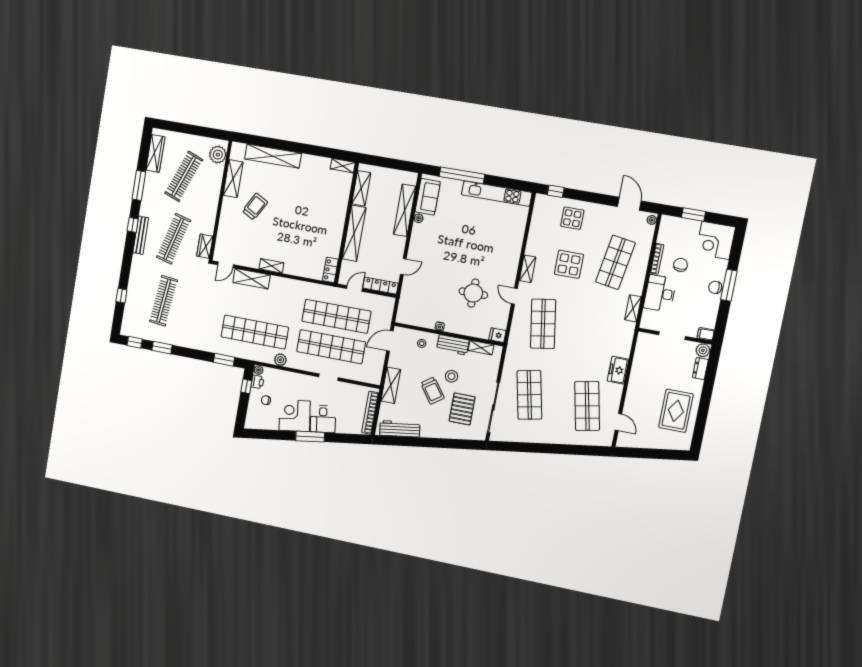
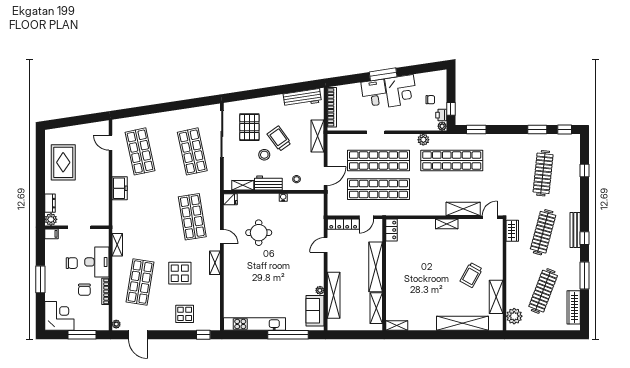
window: (694, 215) -> (82, 335), width x1.44
chair: (715, 287) -> (72, 263), moved

